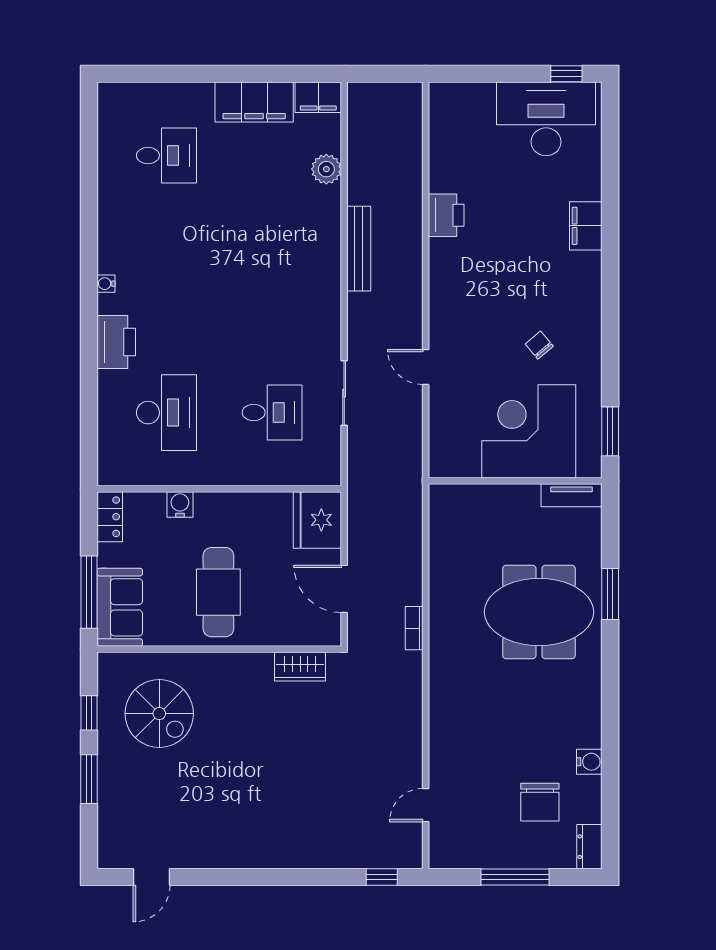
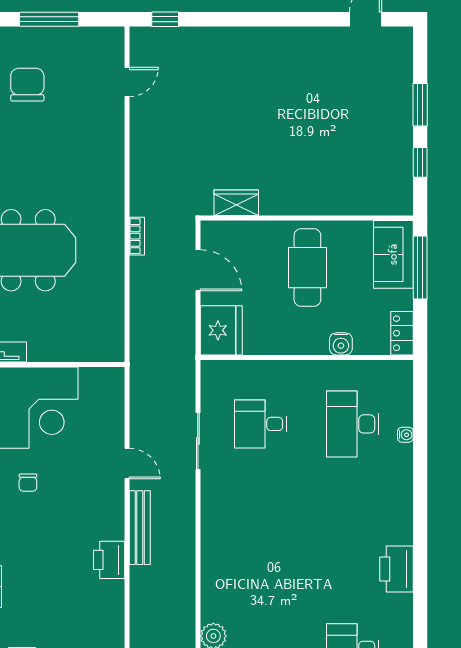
printer: (446, 215) -> (109, 560), moved
bench: (359, 249) -> (140, 528), moved
water cooler: (106, 284) -> (405, 435), moved
printer: (116, 342) -> (396, 569), moved
chair: (539, 345) -> (28, 483), turned 40
spiral stairs: (159, 714) -> (359, 162), removed

